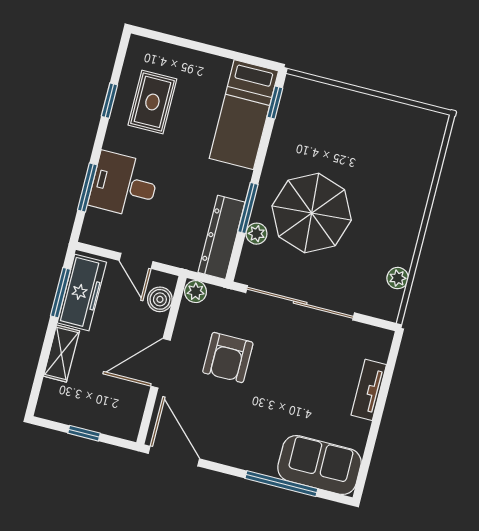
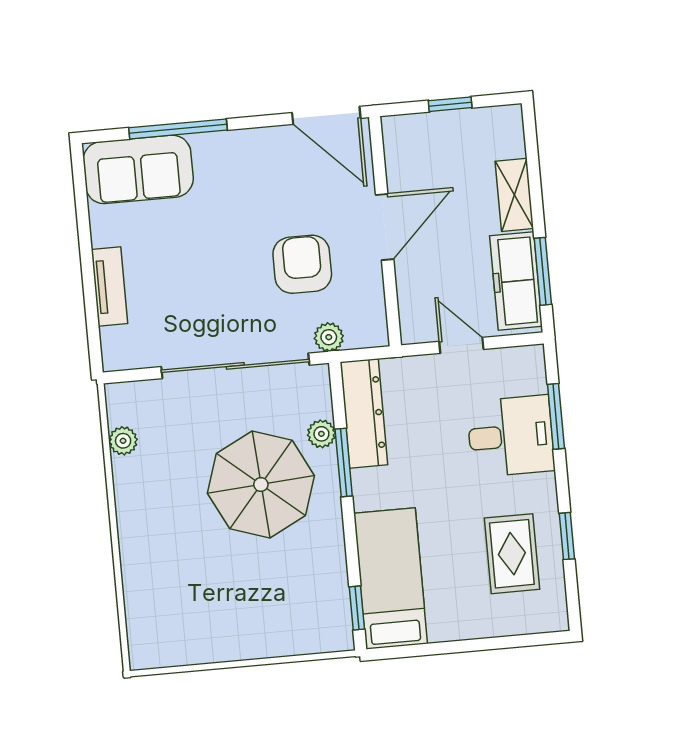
plant: (196, 292) -> (329, 337), moved
boiler: (160, 299) -> (414, 307), removed

